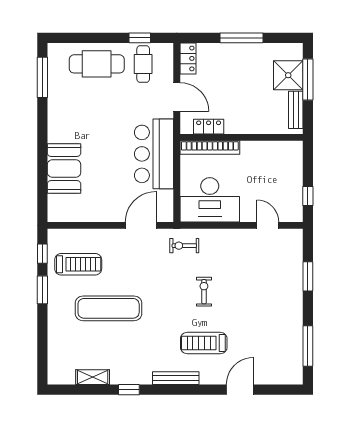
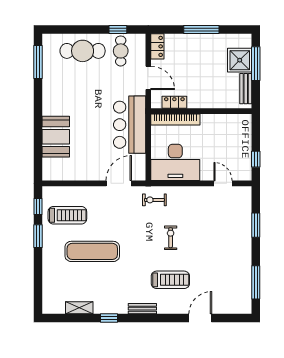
treadmill: (204, 343) -> (170, 280), turned 180
bench: (176, 378) -> (142, 309), width x0.73

